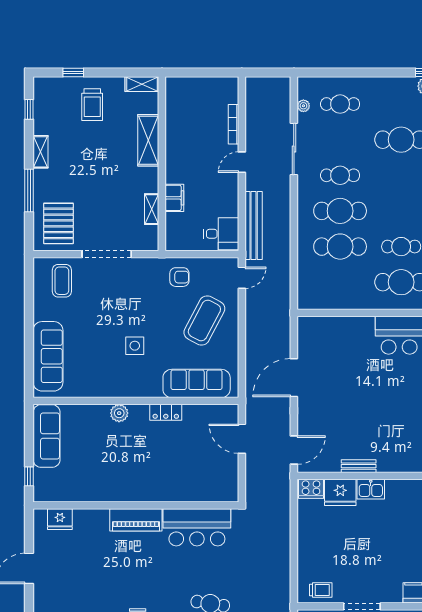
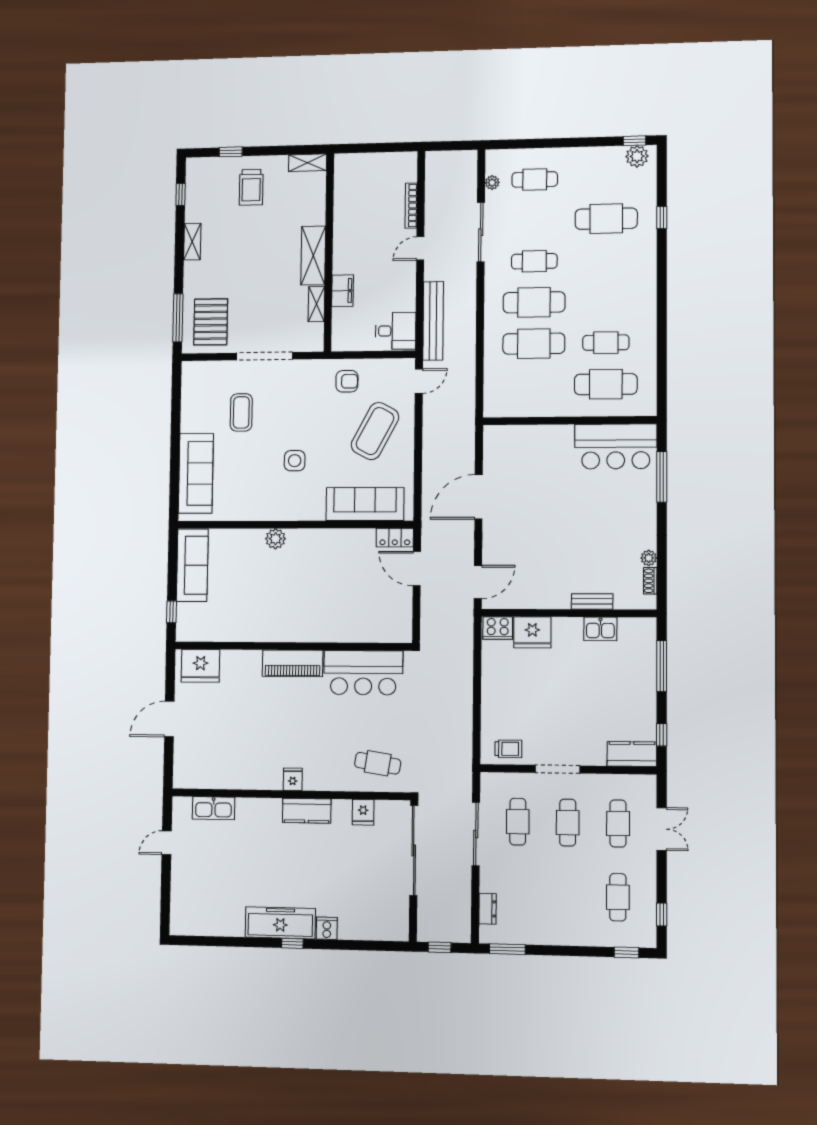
shelving: (148, 140) -> (313, 255), moved
window: (29, 191) -> (178, 318), moved
coffee table: (62, 281) -> (241, 412), moved
locker: (166, 412) -> (395, 538), moved
bench: (359, 466) -> (592, 601), moved
kitchen sink: (371, 489) -> (600, 629), moved
fridge: (60, 519) -> (200, 666), width x1.36, depth x1.34

